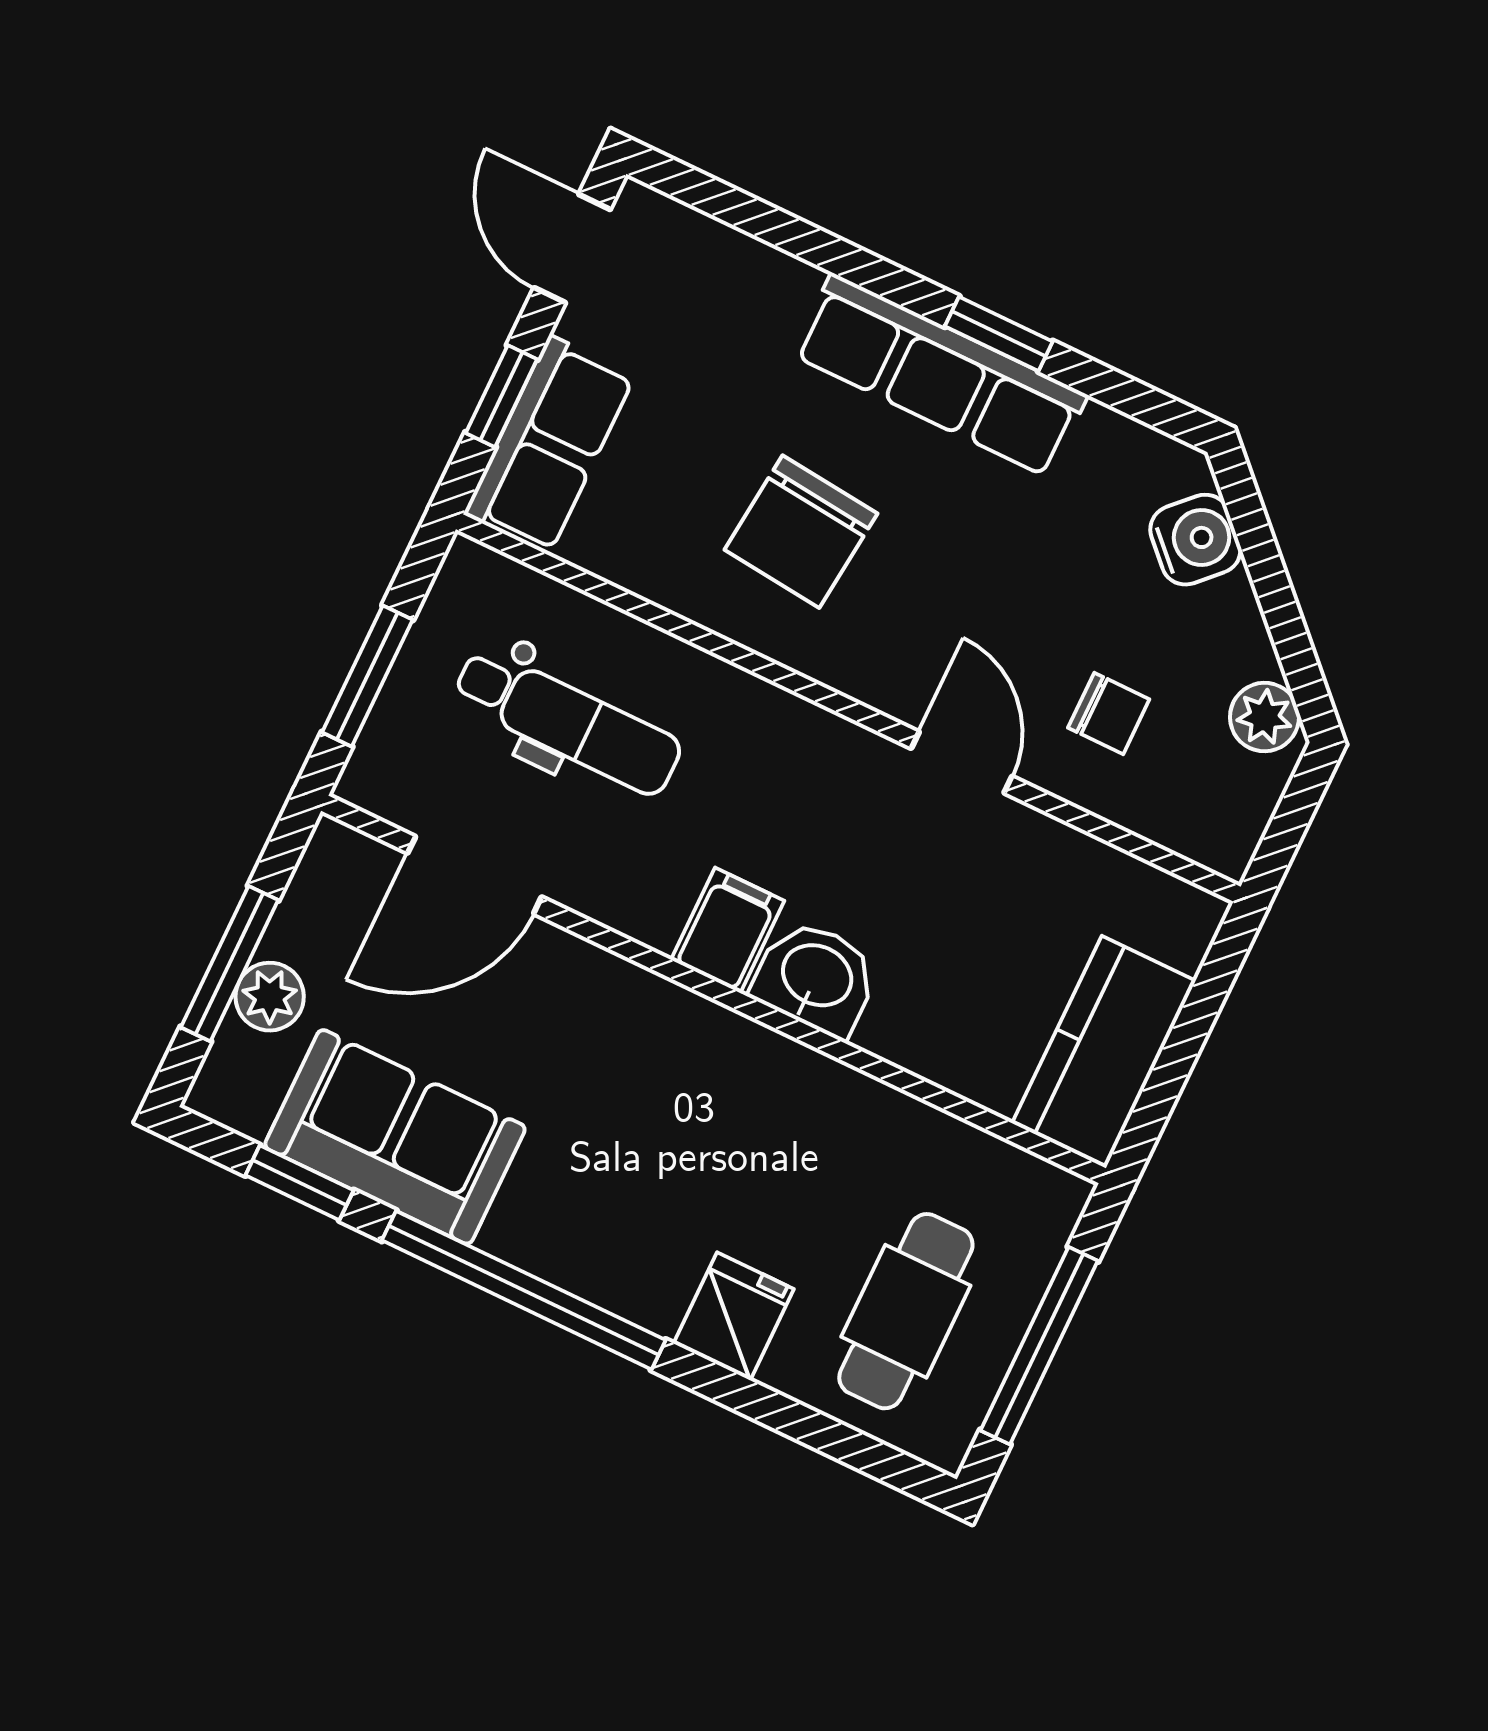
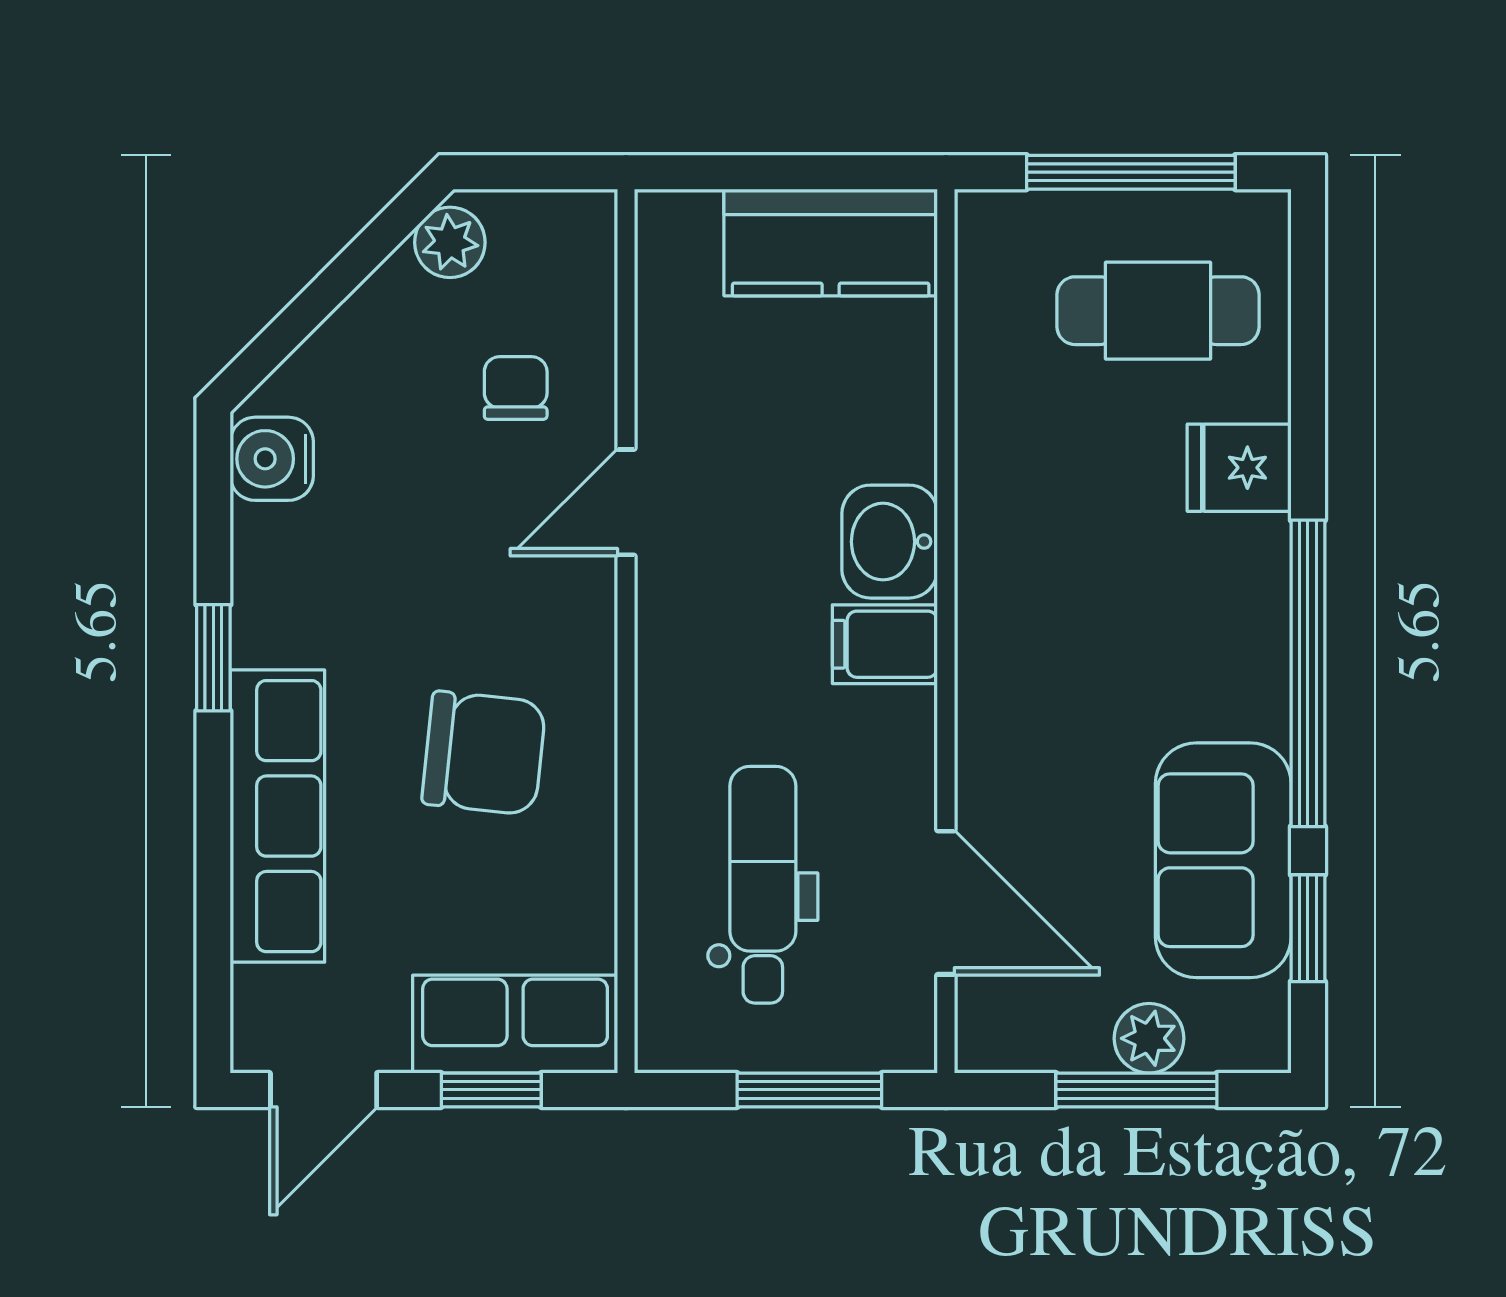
row of seats: (940, 375) -> (277, 816), moved
water cooler: (1195, 540) -> (272, 459), moved, turned -45

